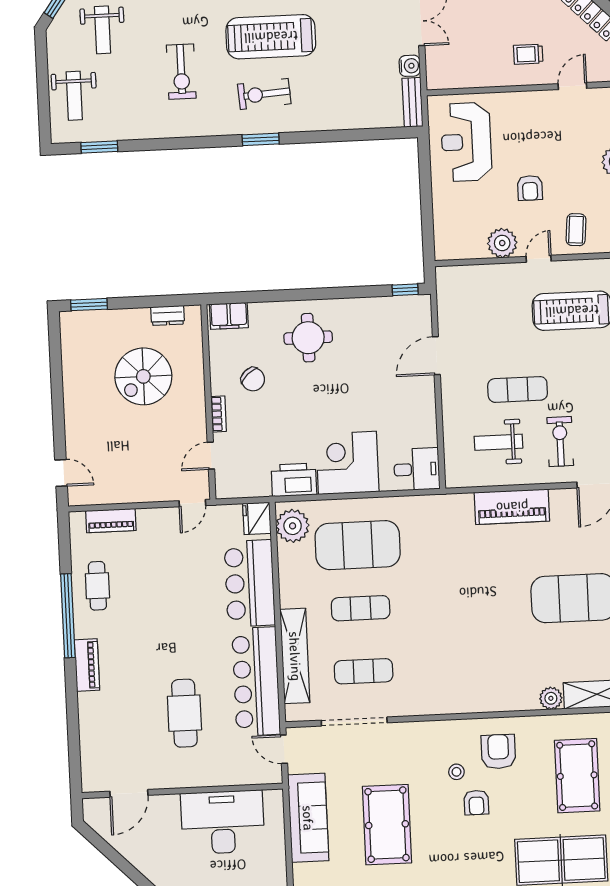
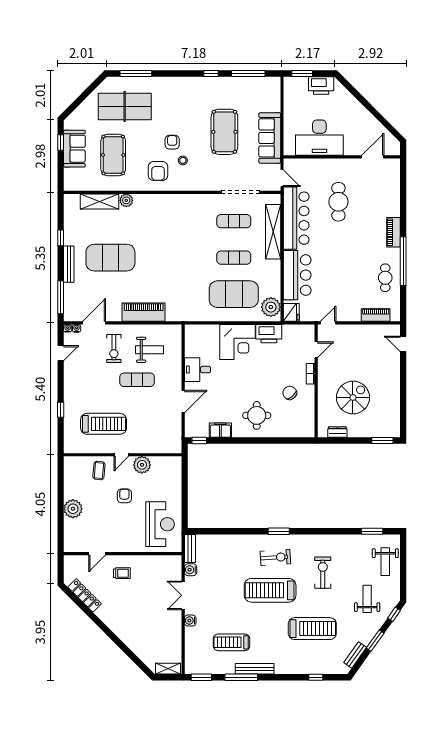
treadmill: (271, 37) -> (270, 590), turned 180
weight bench: (74, 96) -> (385, 562), turned 180
filing cabinet: (229, 316) -> (220, 430), moved
desk: (417, 469) -> (198, 370), moved

